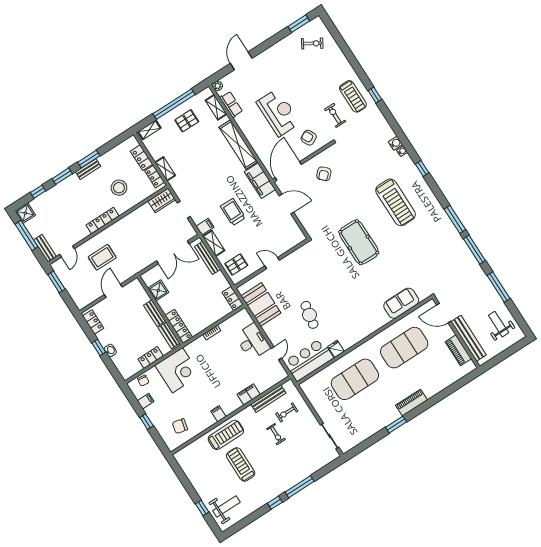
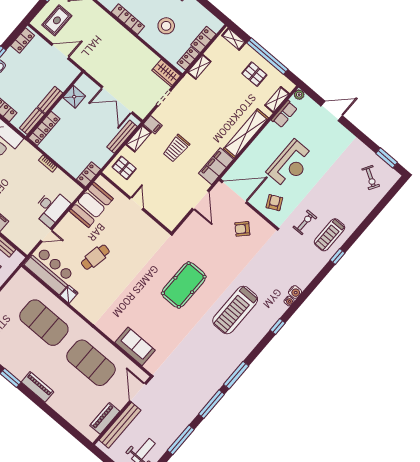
trolley: (233, 212) -> (176, 148), turned 180
rug: (102, 257) -> (57, 20), moved, turned 90

